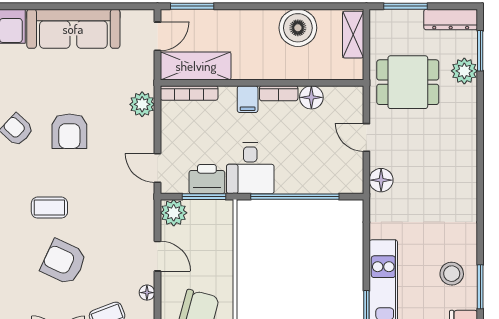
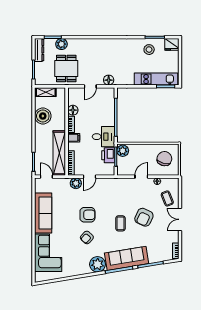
shelving: (196, 66) -> (59, 153), width x1.47
door: (157, 168) -> (89, 177), moved
plant: (174, 213) -> (123, 151), moved

